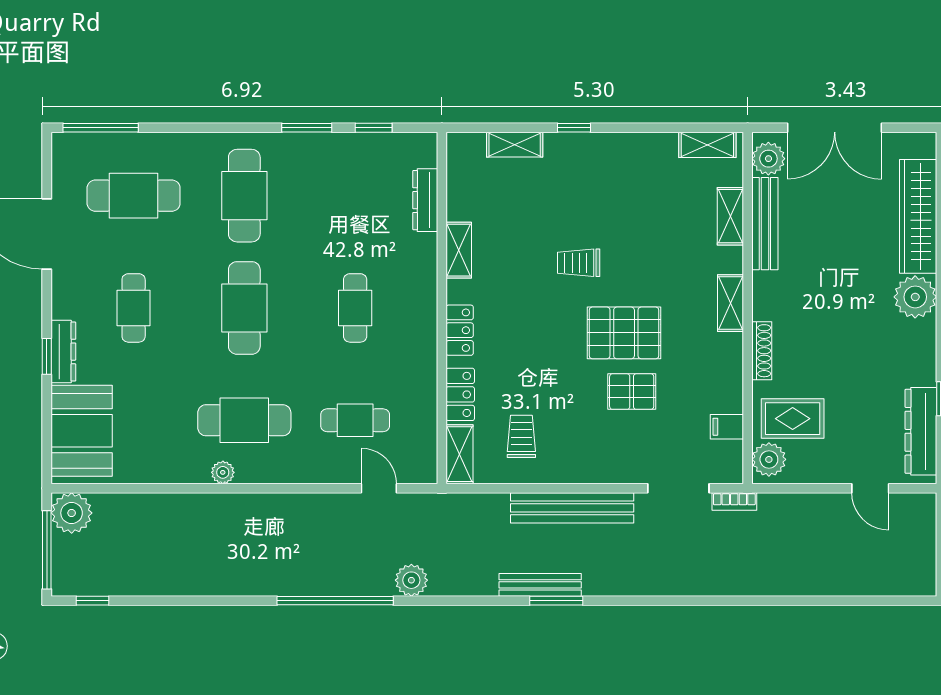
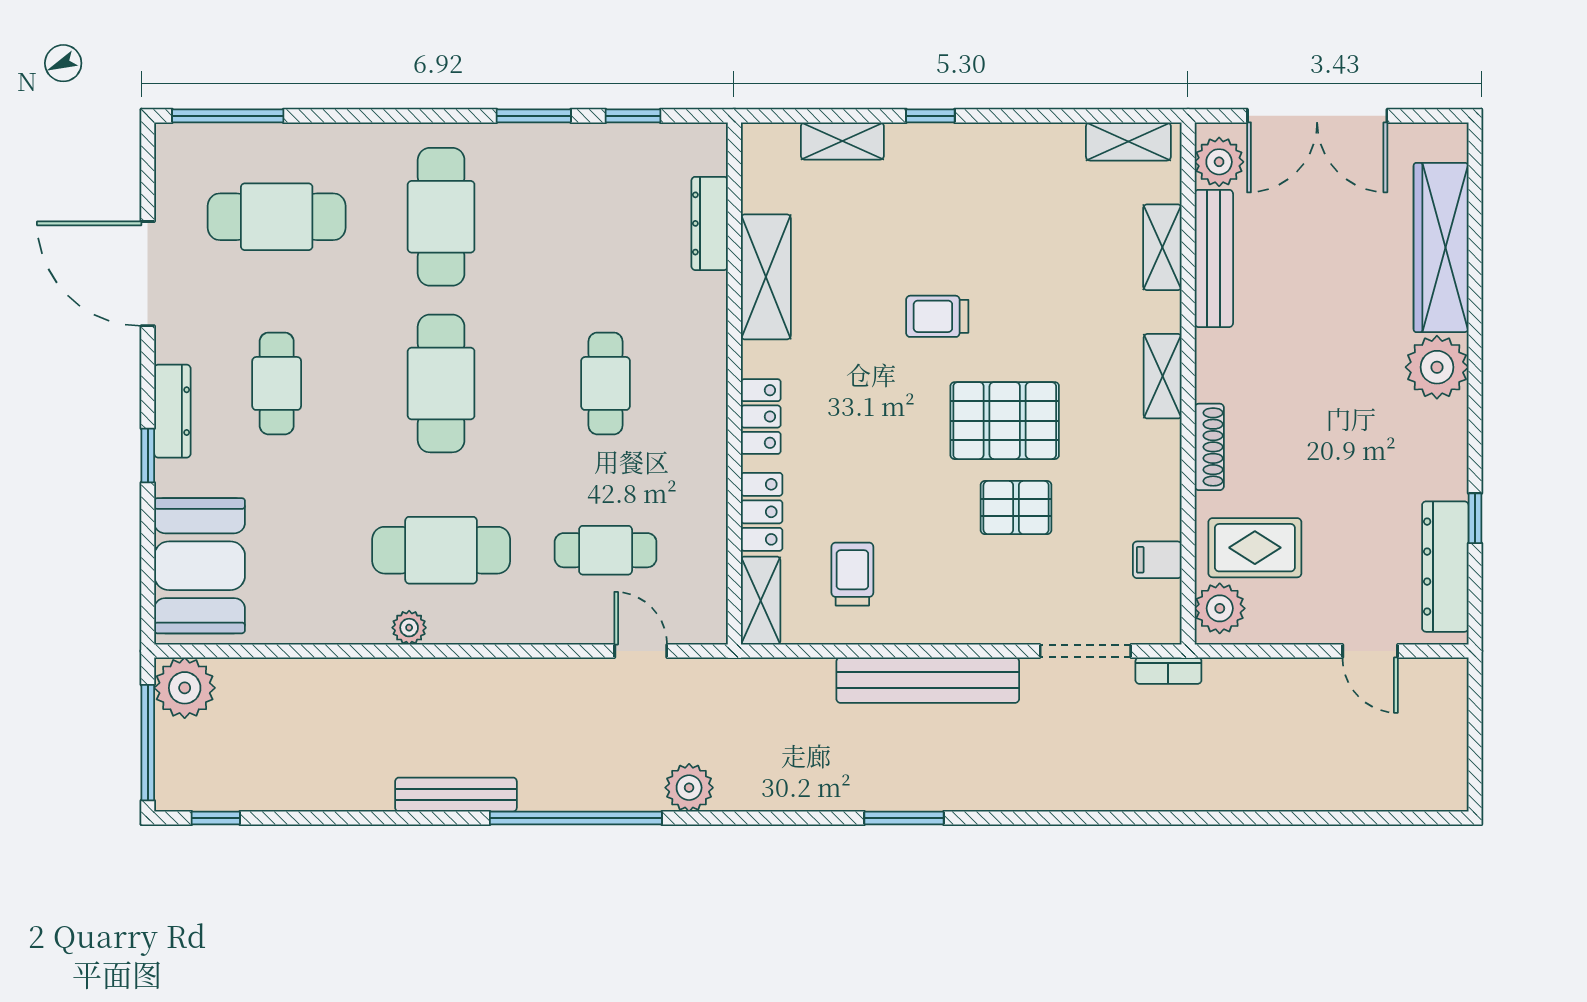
shelving: (459, 250) -> (766, 277), width x1.50, depth x1.33
dresser: (63, 352) -> (172, 411), moved
bench: (540, 585) -> (456, 795), moved

